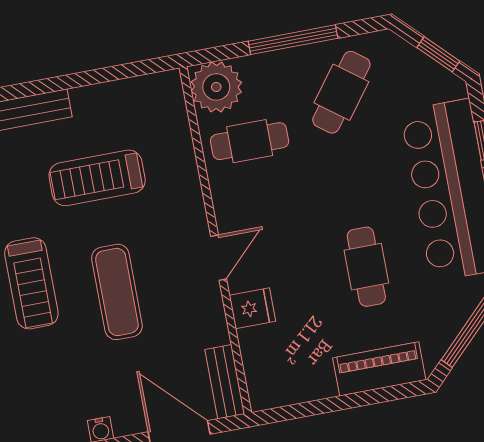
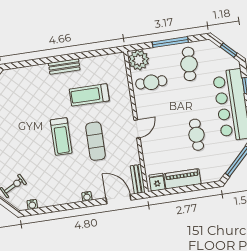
cafe table: (341, 92) -> (189, 64), turned -33
fridge: (252, 308) -> (157, 182), moved, turned -90
piano: (379, 369) -> (182, 179), moved

